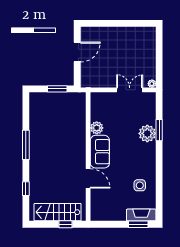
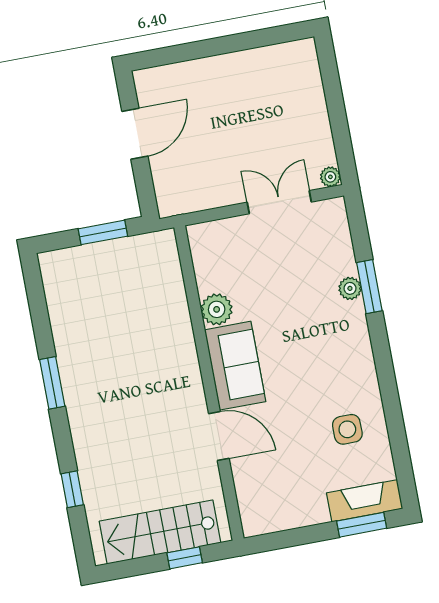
plant: (147, 133) -> (350, 288), width x0.53, depth x0.53
window: (26, 145) -> (52, 383), width x0.69

